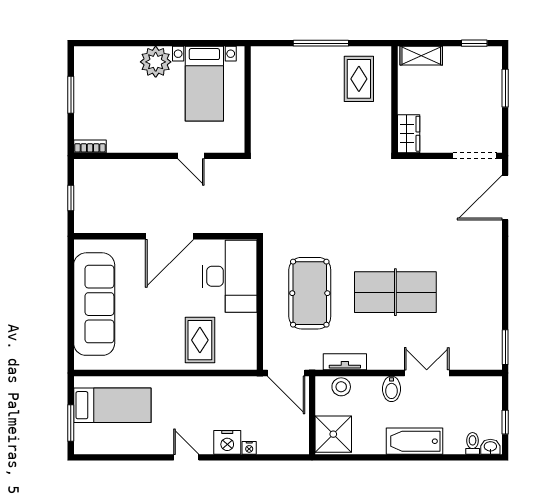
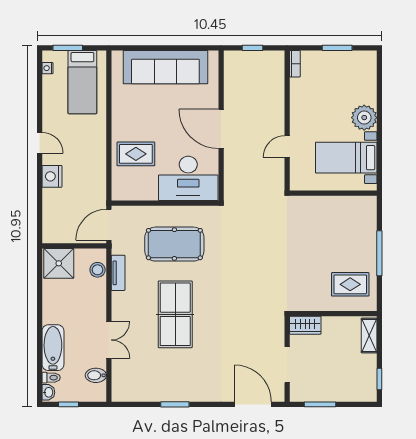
window: (505, 88) -> (320, 404), moved
doorway: (475, 156) -> (287, 365), moved
window: (505, 347) -> (175, 404), moved
bidet: (391, 389) -> (96, 375), moved
bathtub: (415, 441) -> (53, 348), moved
nightstand: (249, 448) -> (47, 68), moved
door: (186, 457) -> (40, 143), hinge flipped

